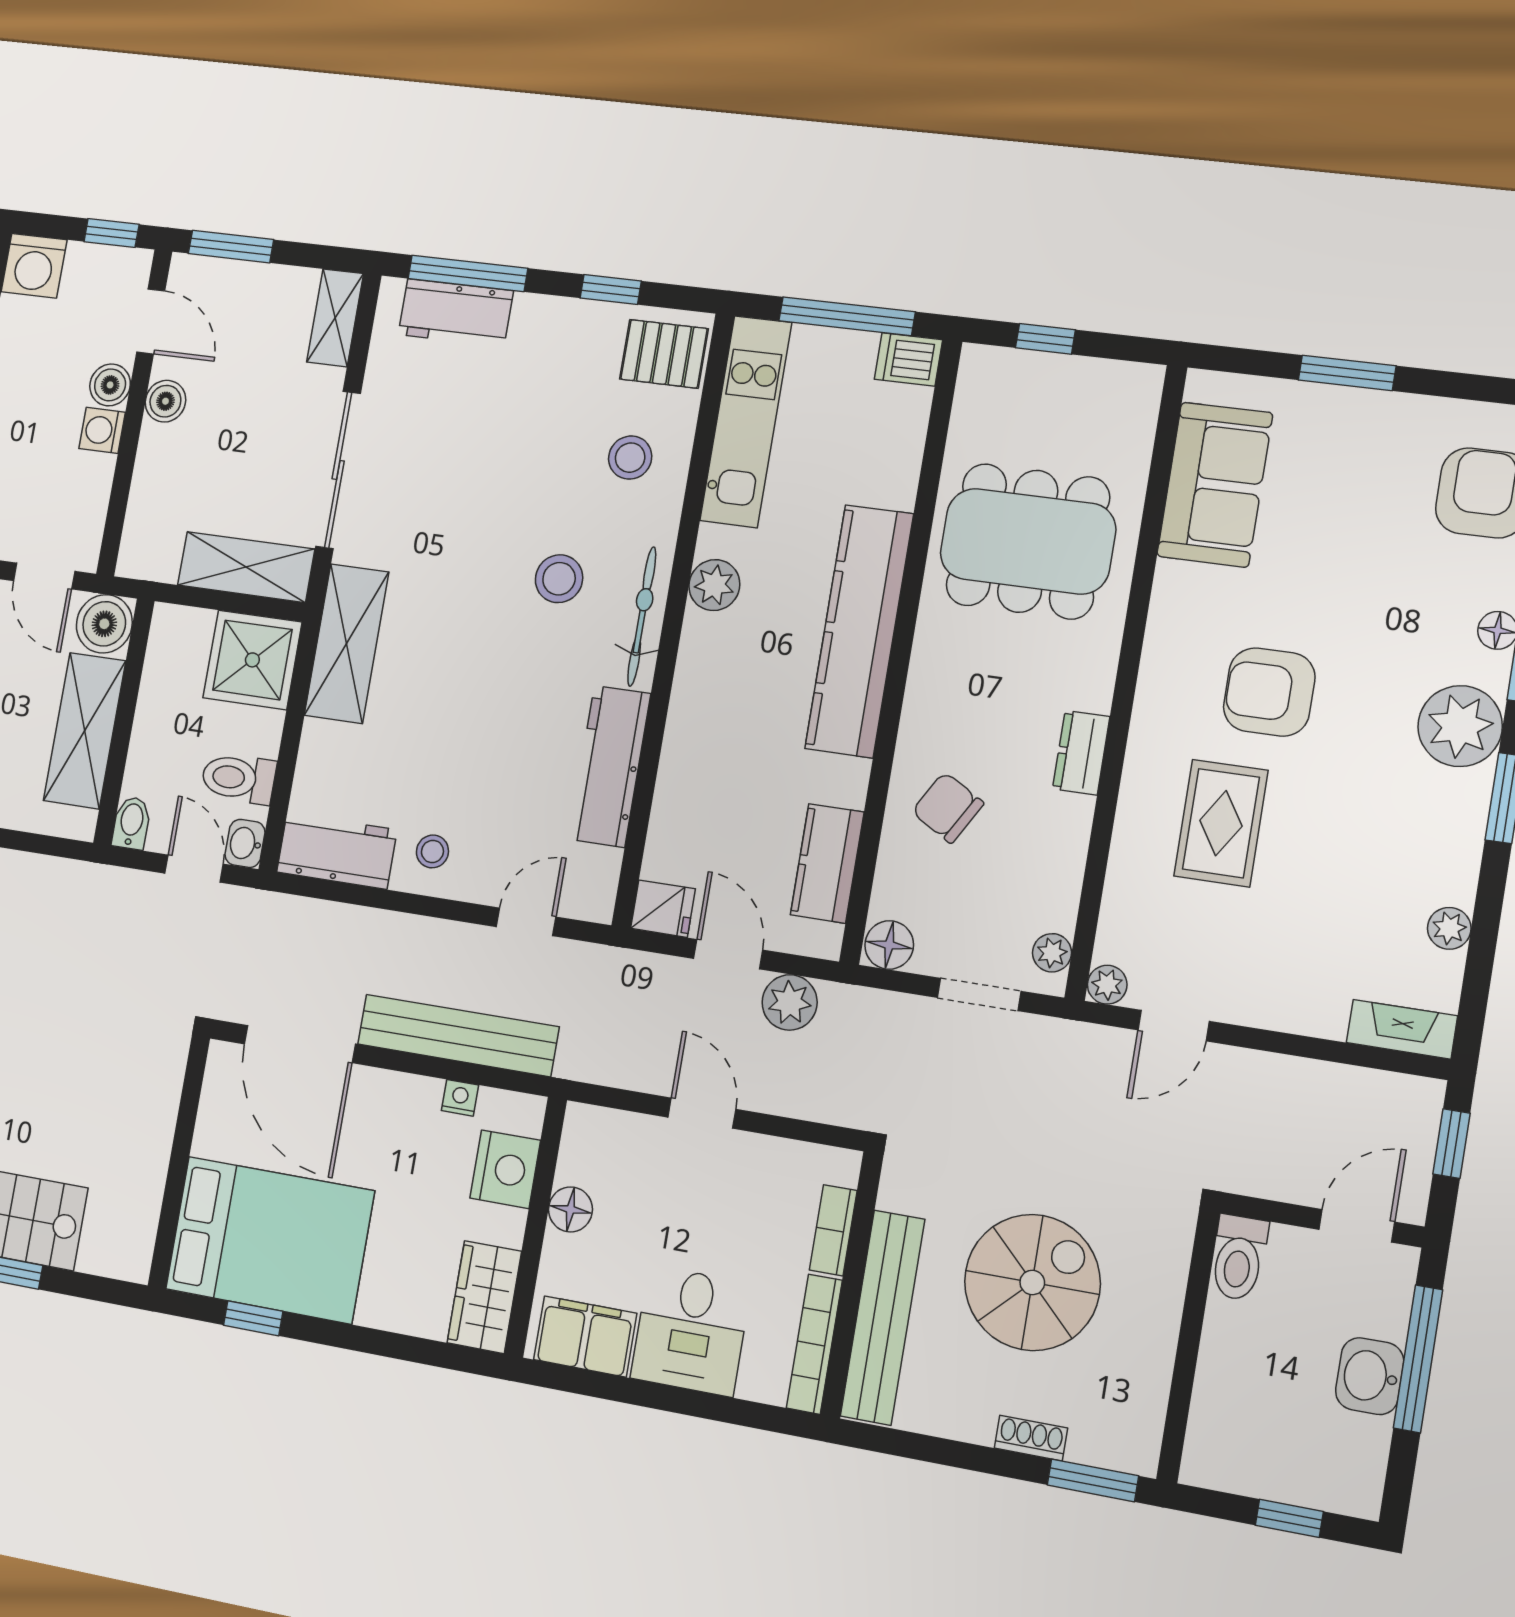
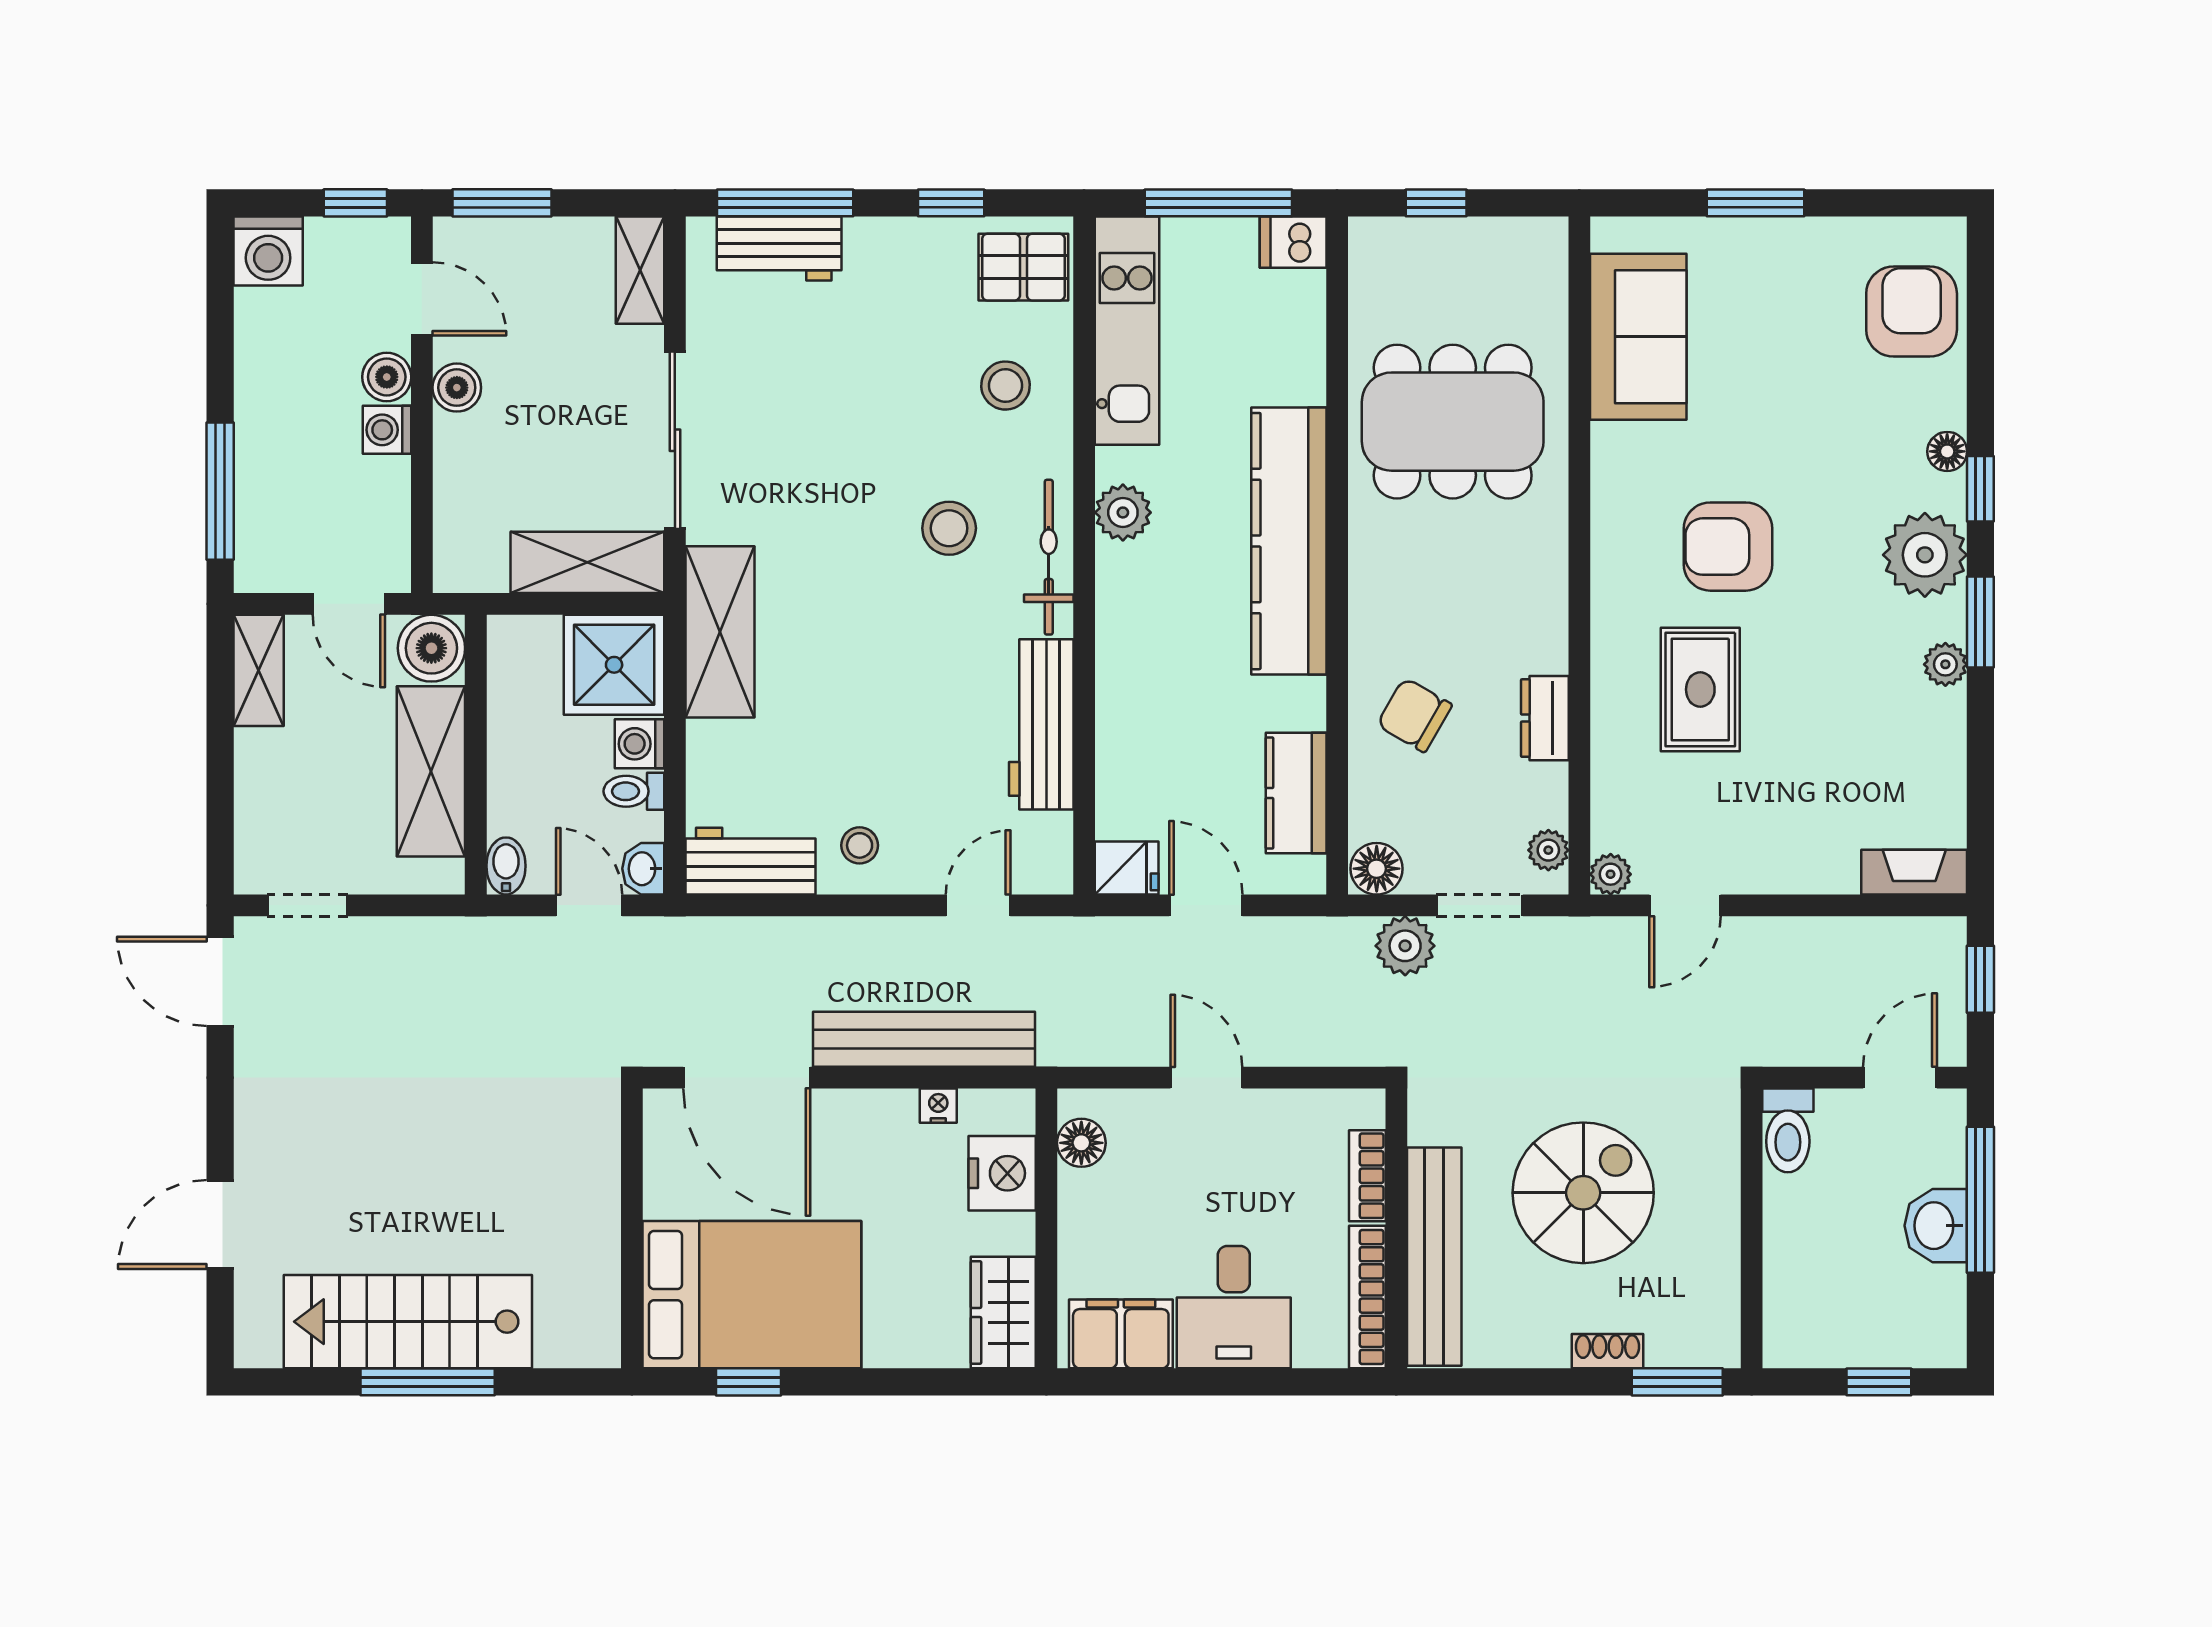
washing machine: (261, 733) -> (640, 744), added
dresser: (1081, 753) -> (1545, 718), moved
toilet: (238, 778) -> (634, 791), width x0.73, depth x0.72
plant: (1449, 928) -> (1945, 664), moved
plant: (790, 1002) -> (1405, 946), moved
floor lamp: (570, 1209) -> (1081, 1143), moved

